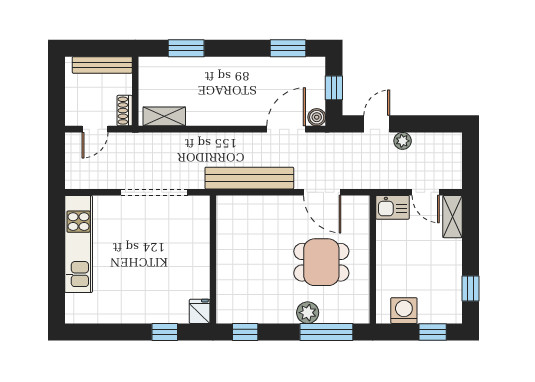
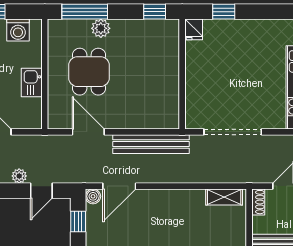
kitchen sink: (392, 207) -> (32, 82), moved, turned -90
dining table: (321, 262) -> (89, 72), turned 90

